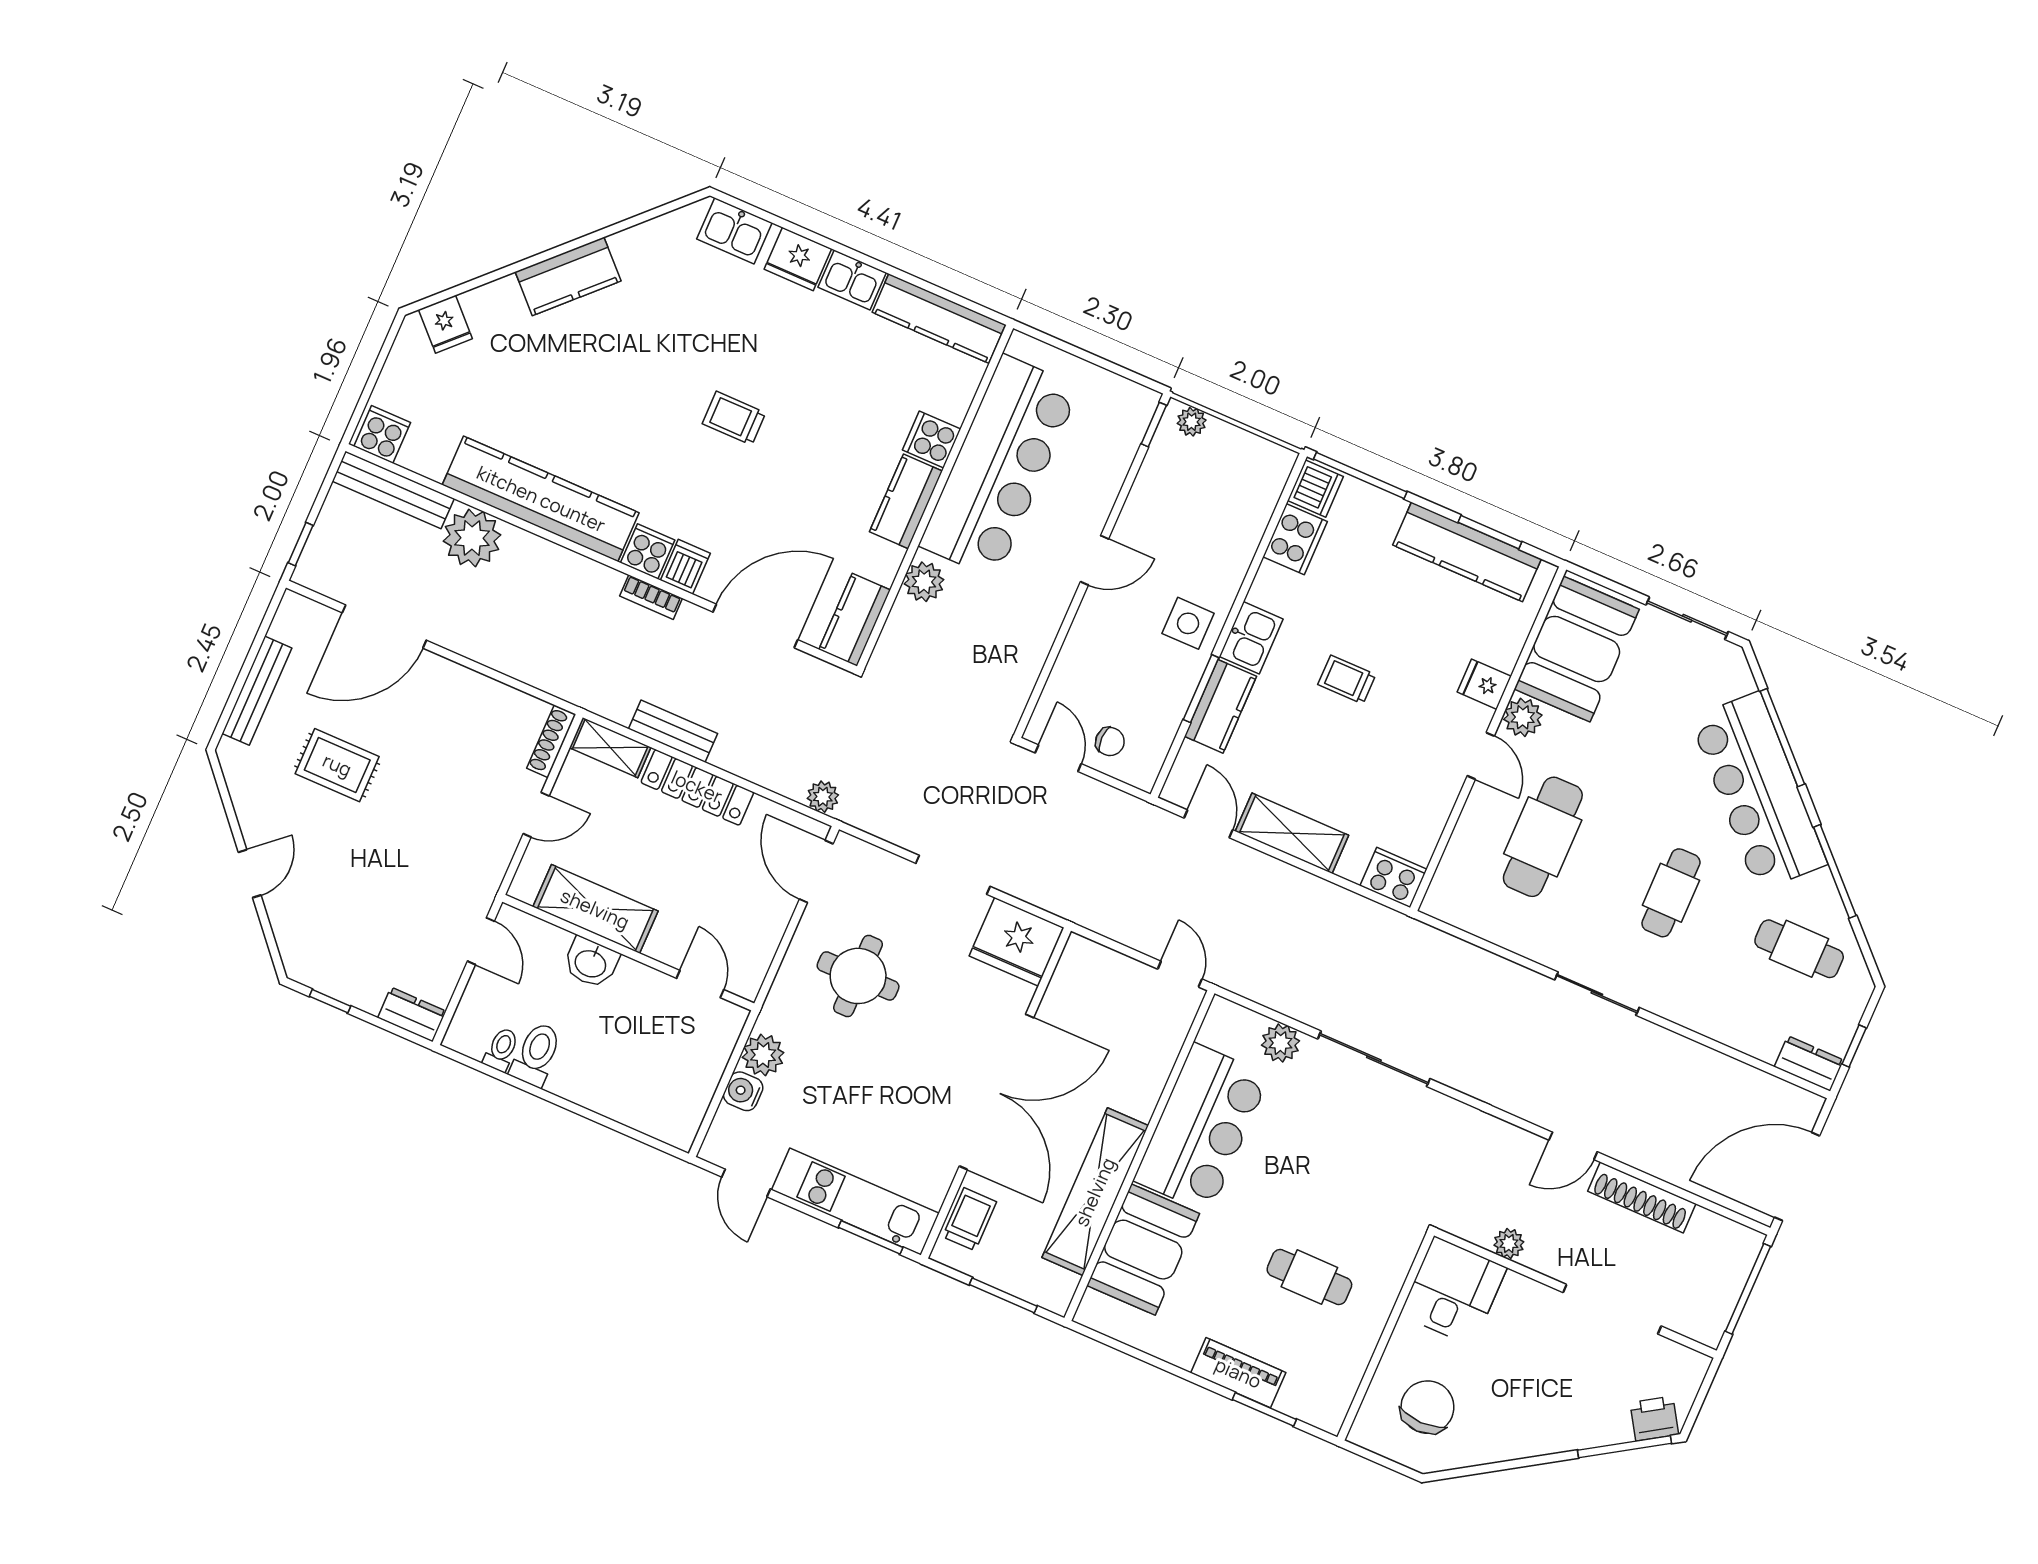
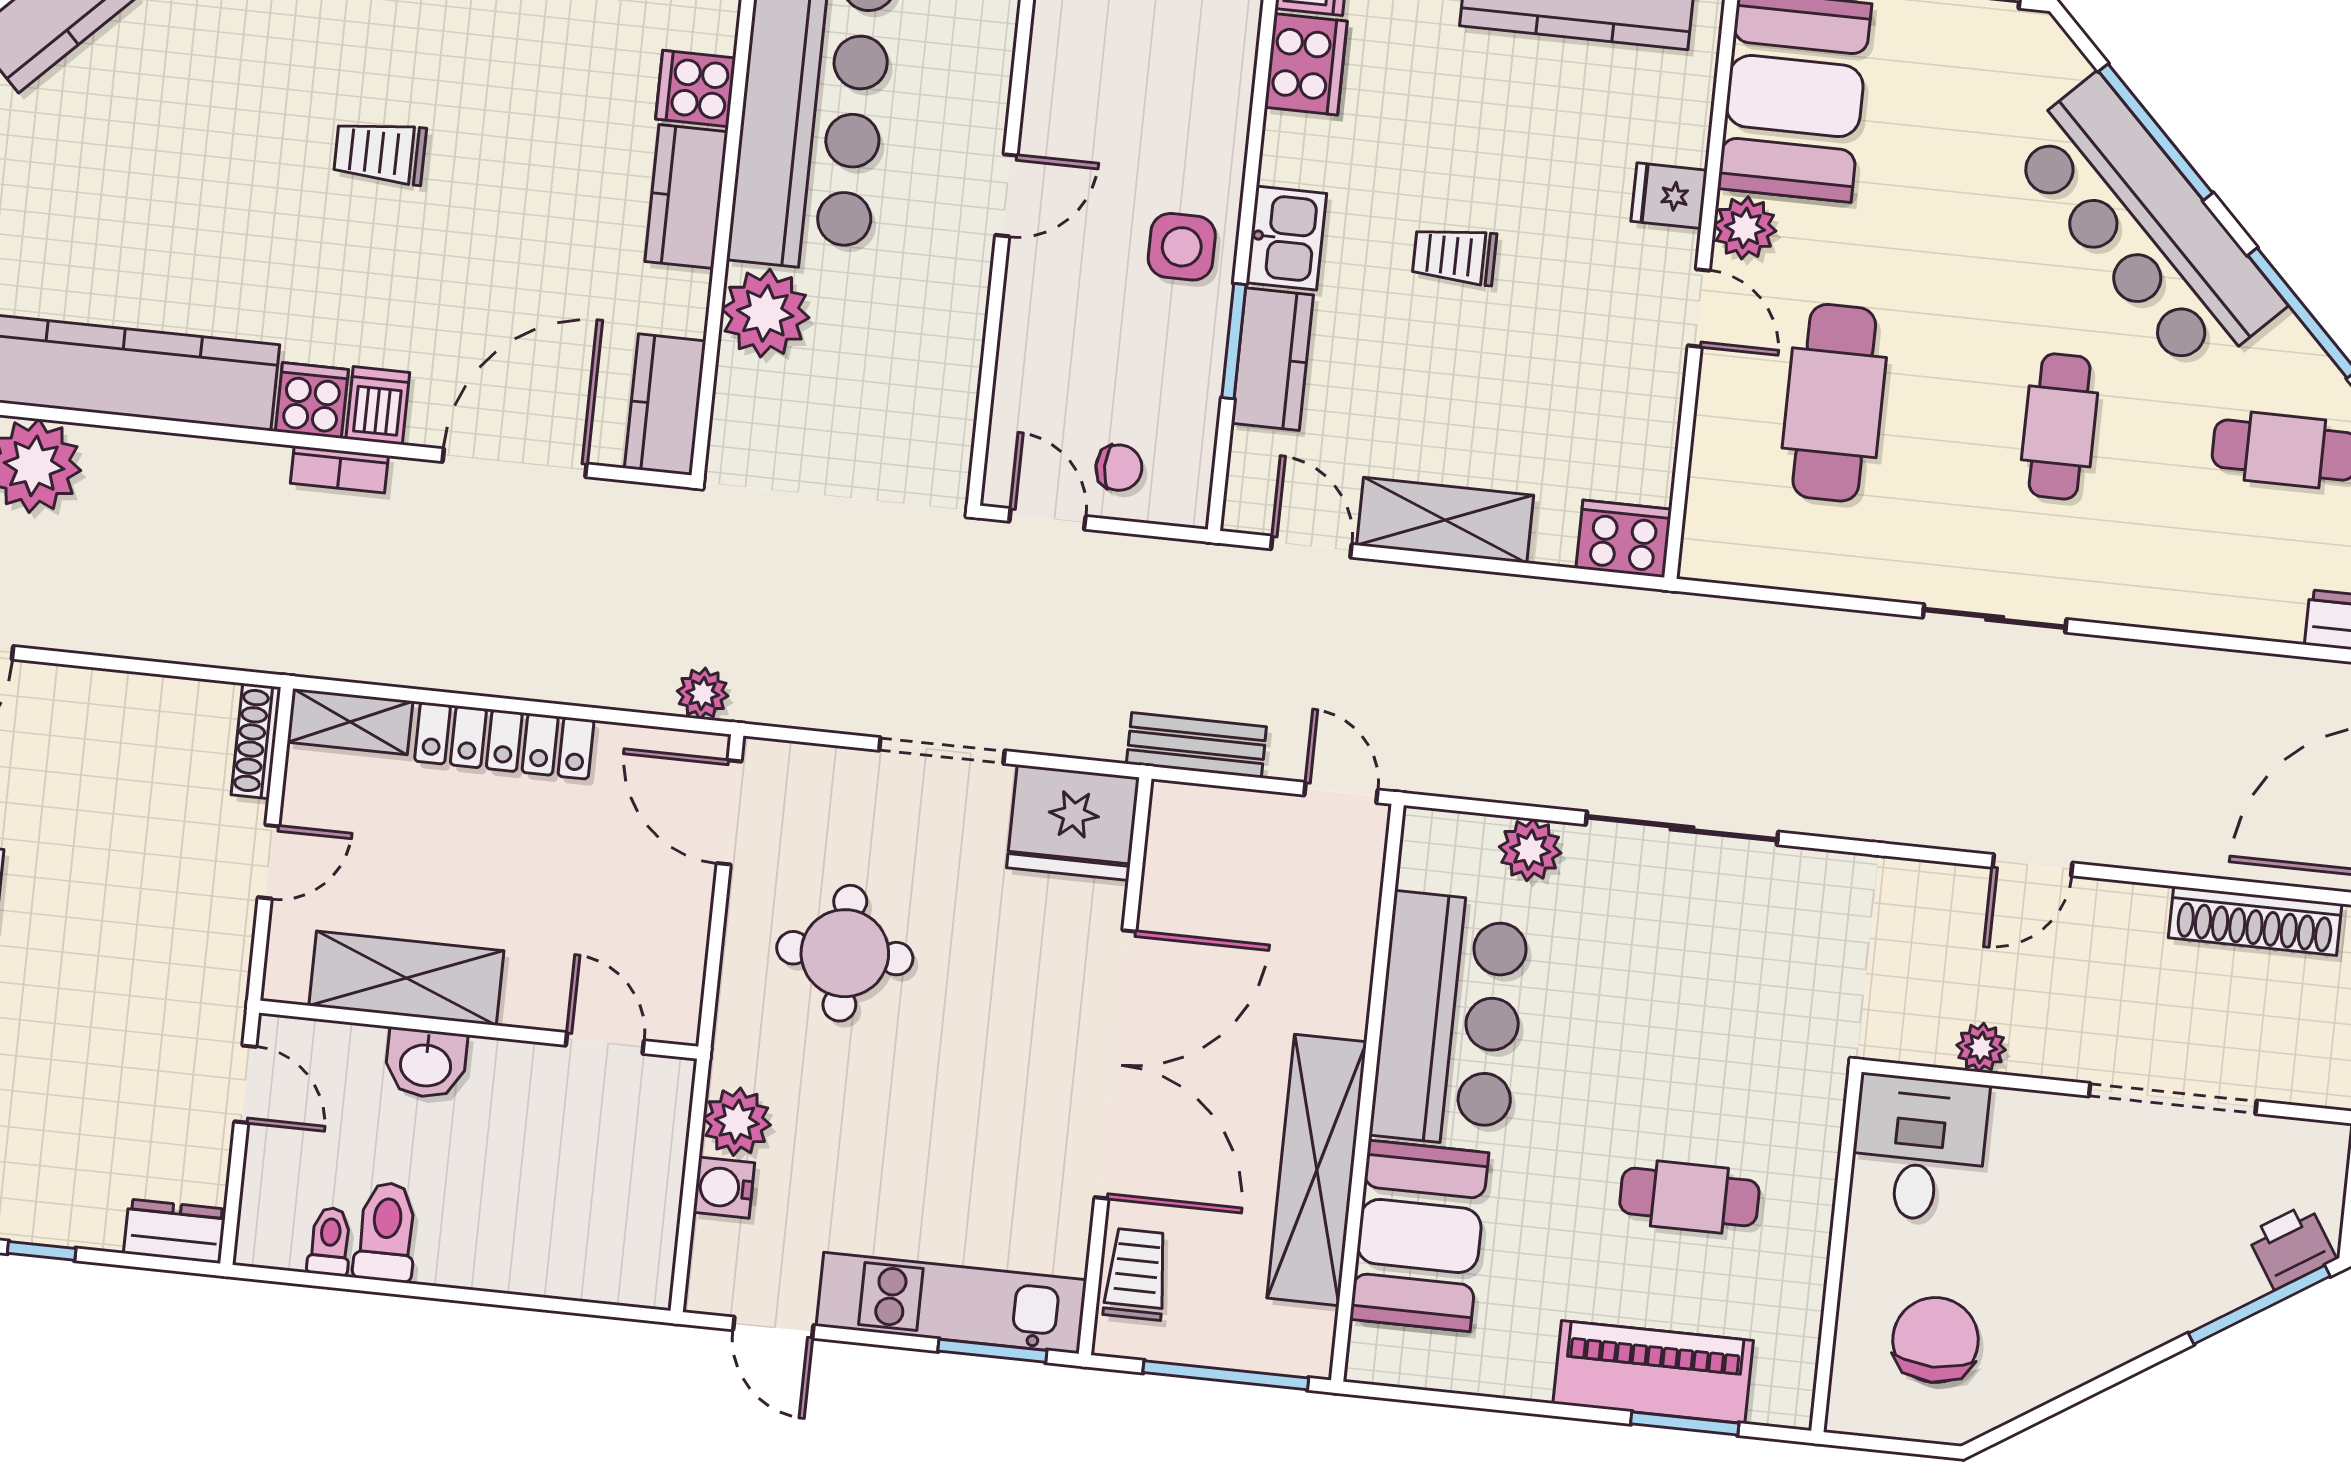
plant: (924, 582) -> (765, 313), width x1.36, depth x1.36
bench: (673, 731) -> (1196, 745), moved
shoe rack: (1642, 1197) -> (2255, 921), moved
window: (1003, 1295) -> (1226, 1375), width x1.44
piano: (1238, 1373) -> (1653, 1372), width x1.37, depth x1.33

